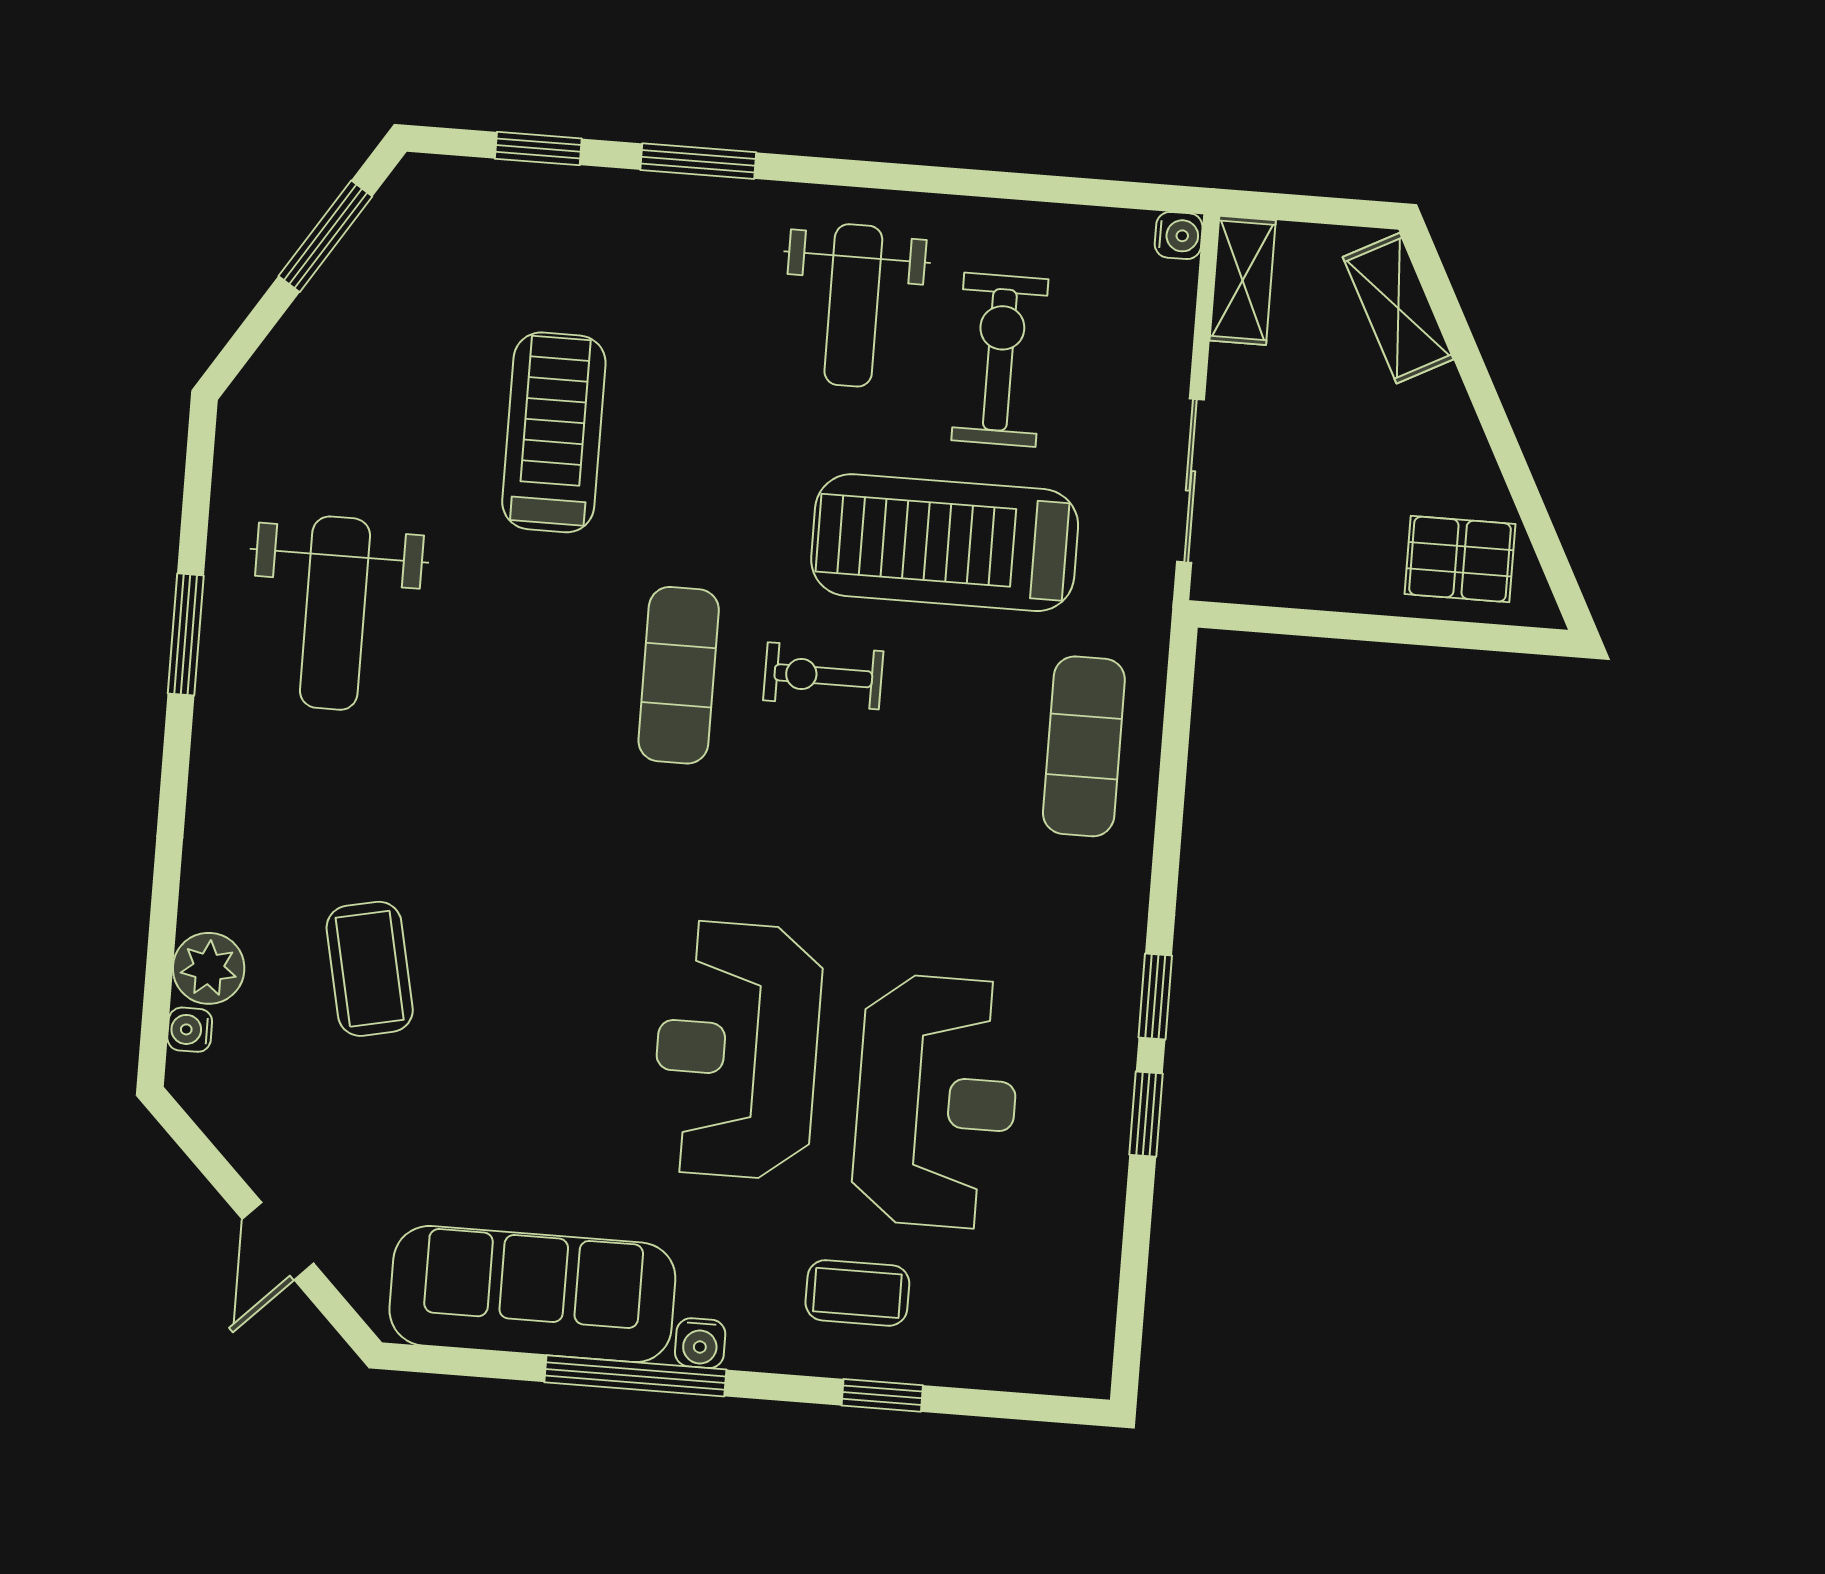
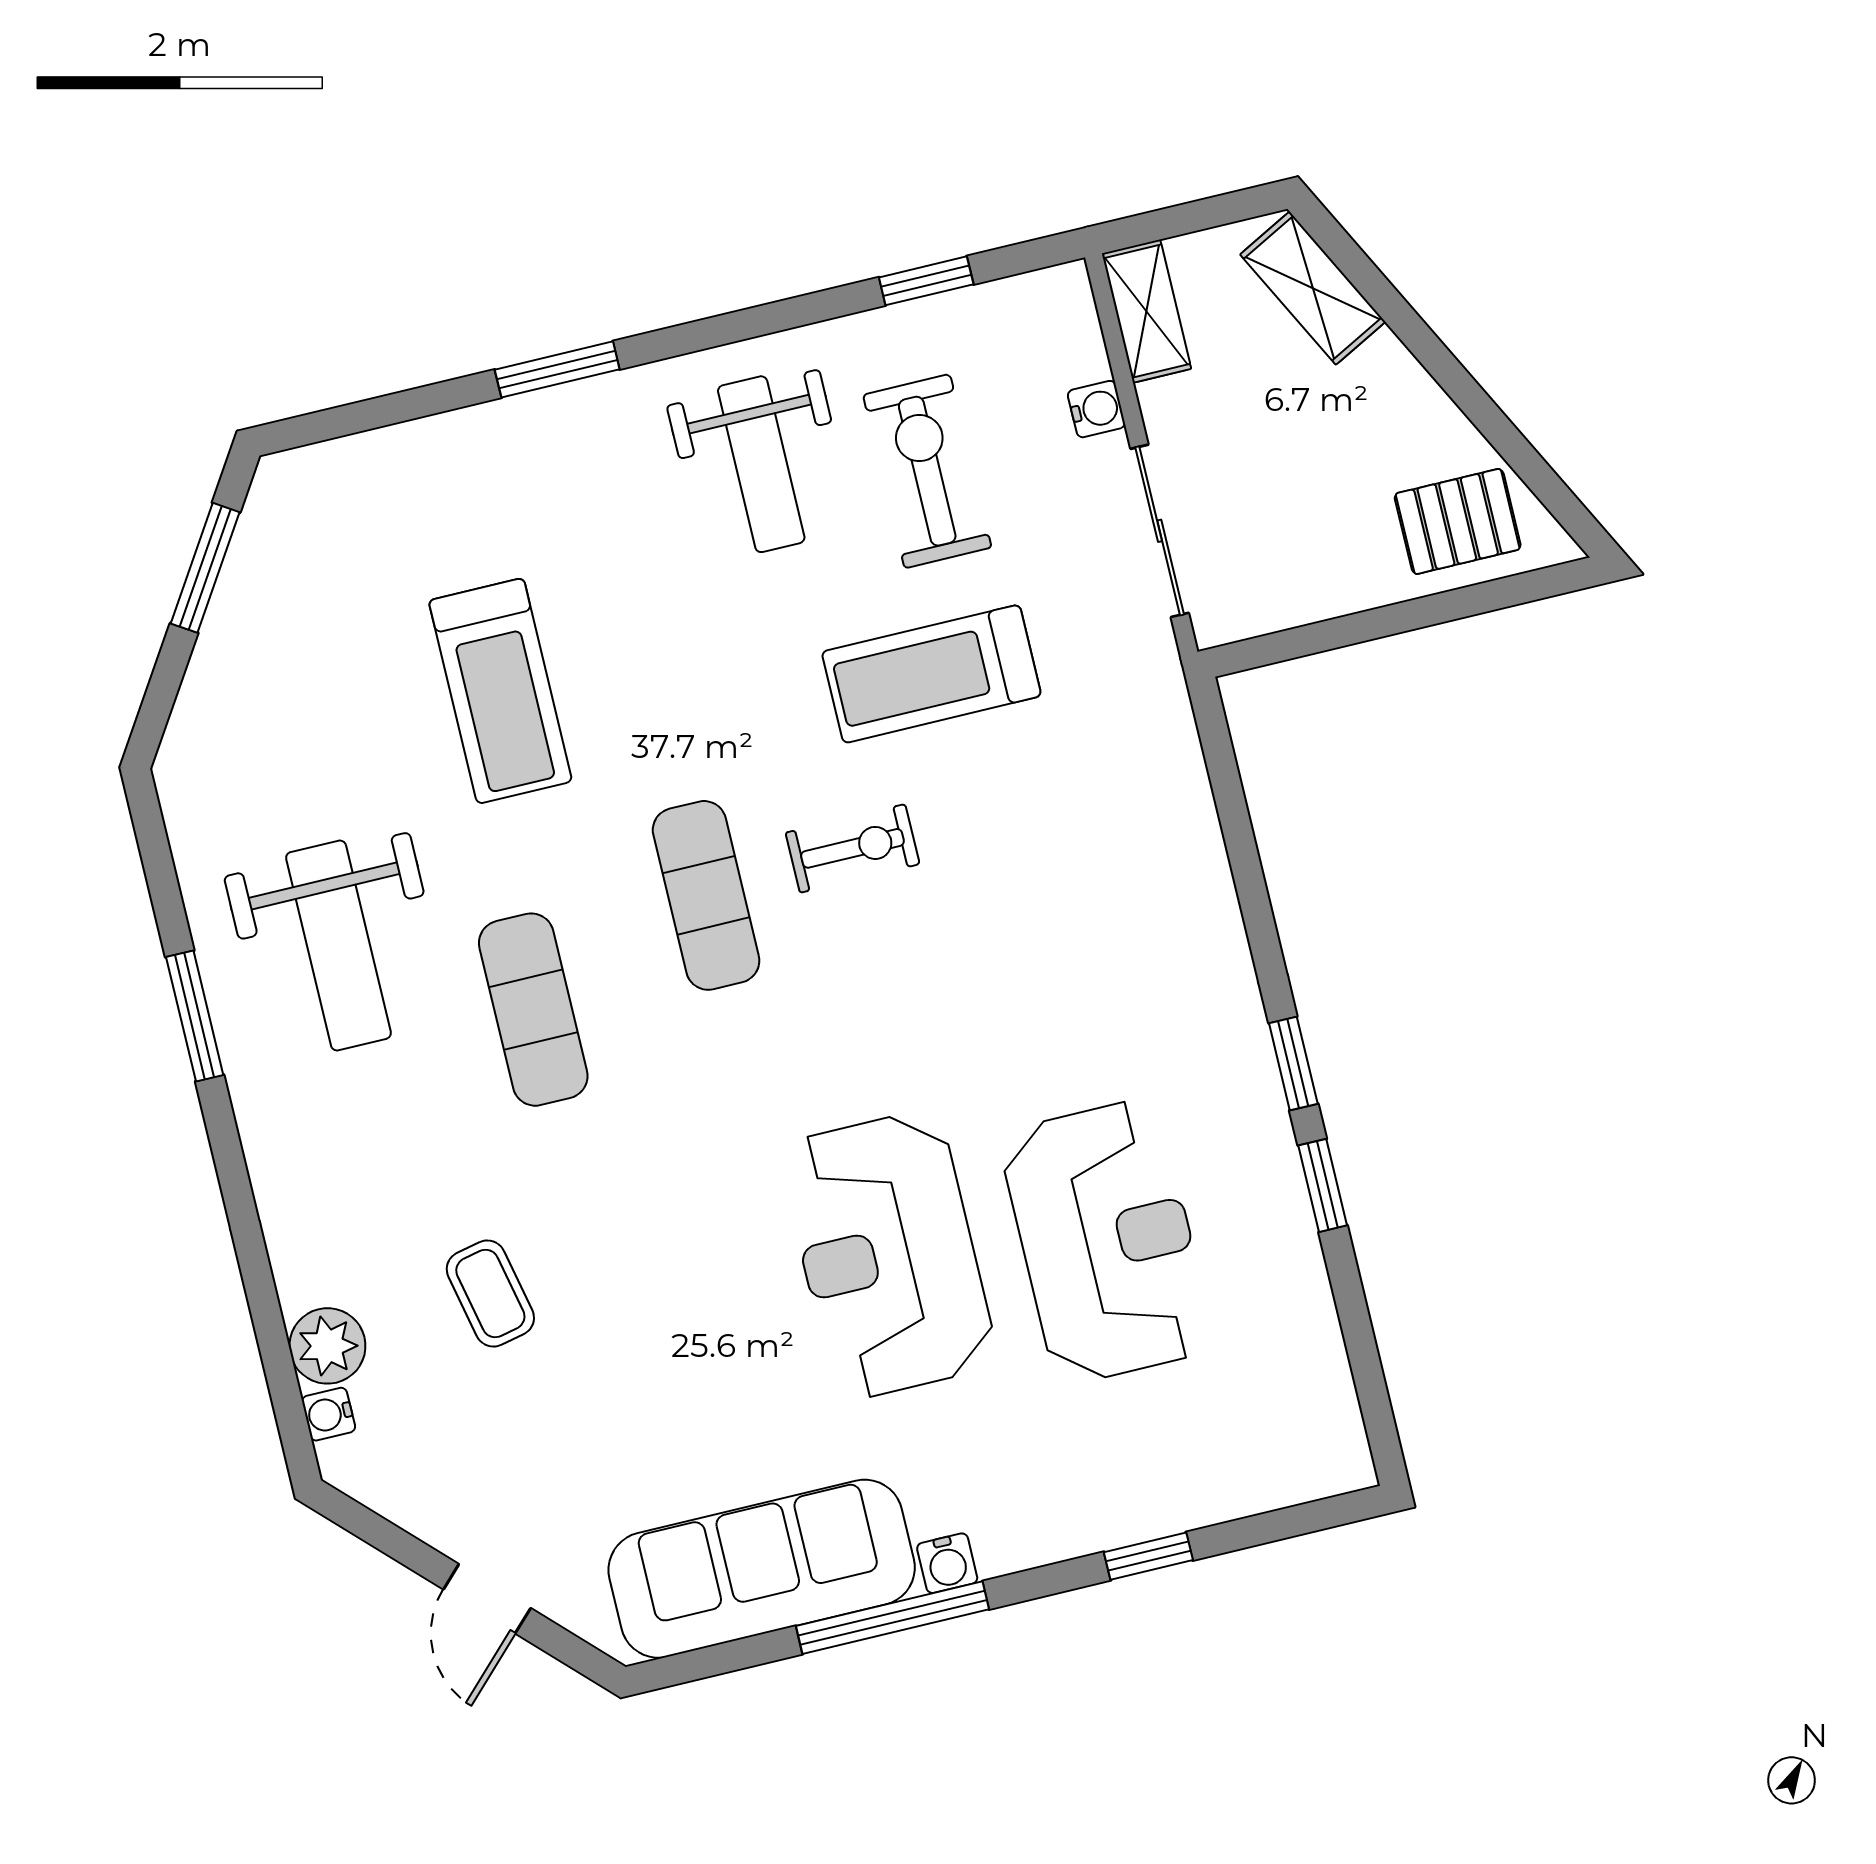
window: (538, 149) -> (926, 281), moved
water cooler: (1179, 236) -> (1096, 409), moved
treadmill: (554, 432) -> (500, 691), turned 180
treadmill: (945, 543) -> (931, 674), width x0.73, depth x0.73
exercise bike: (823, 676) -> (853, 848), turned 180
exercise mat: (1084, 746) -> (533, 1010), moved
coffee table: (370, 969) -> (490, 1294), width x0.73, depth x0.77
coffee table: (857, 1293) -> (1090, 1461), removed

